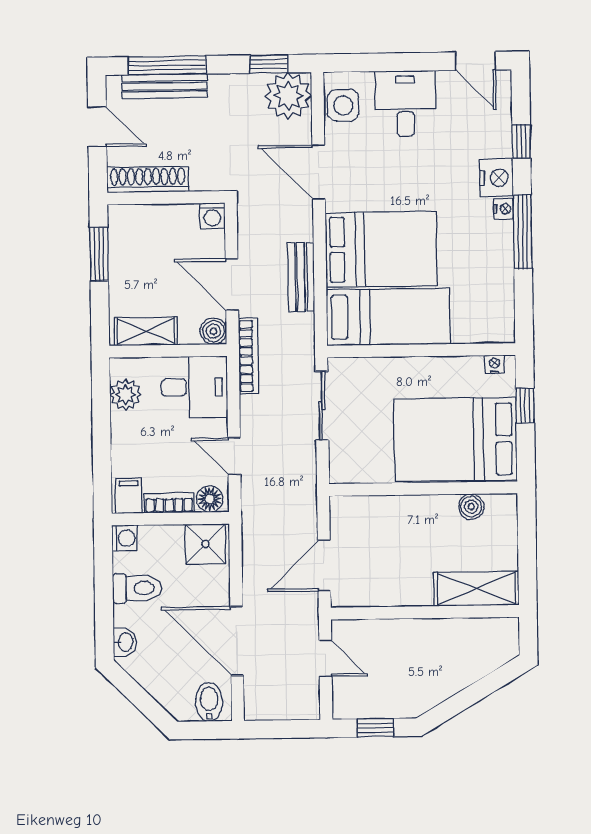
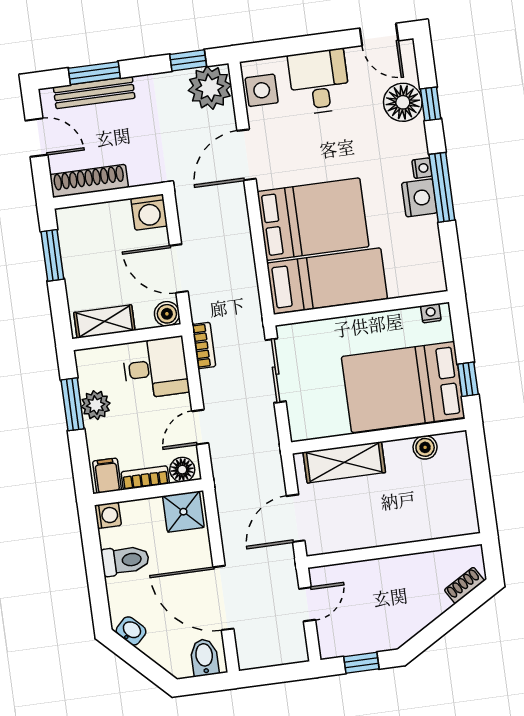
window: (167, 65) -> (94, 73), width x0.69
floor lamp: (492, 136) -> (403, 102), added
door: (319, 172) -> (246, 155), hinge flipped
nightstand: (496, 178) -> (419, 198), moved
washing machine: (212, 216) -> (149, 212), width x1.38, depth x1.38
bench: (301, 277) -> (242, 254), removed
bookcase: (248, 356) -> (204, 345), width x0.64
plant: (125, 395) -> (96, 405), moved
window: (525, 406) -> (468, 379), moved
window: (101, 415) -> (73, 404), added
door: (234, 456) -> (200, 427), hinge flipped
shelving: (476, 589) -> (344, 462), moved
washbasin: (125, 642) -> (131, 631), moved, turned -45
door: (325, 659) -> (307, 604), hinge flipped
shoe rack: (495, 659) -> (464, 585), added

